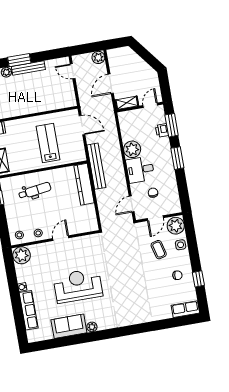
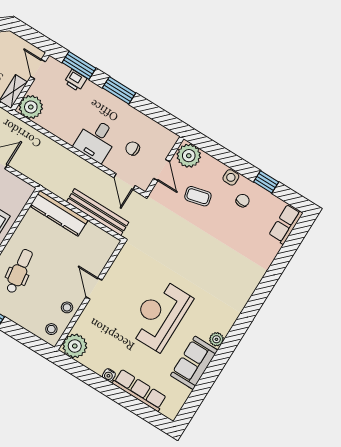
plant: (132, 149) -> (31, 107), moved
bench: (96, 166) -> (98, 212), moved
side table: (181, 245) -> (231, 177), moved

